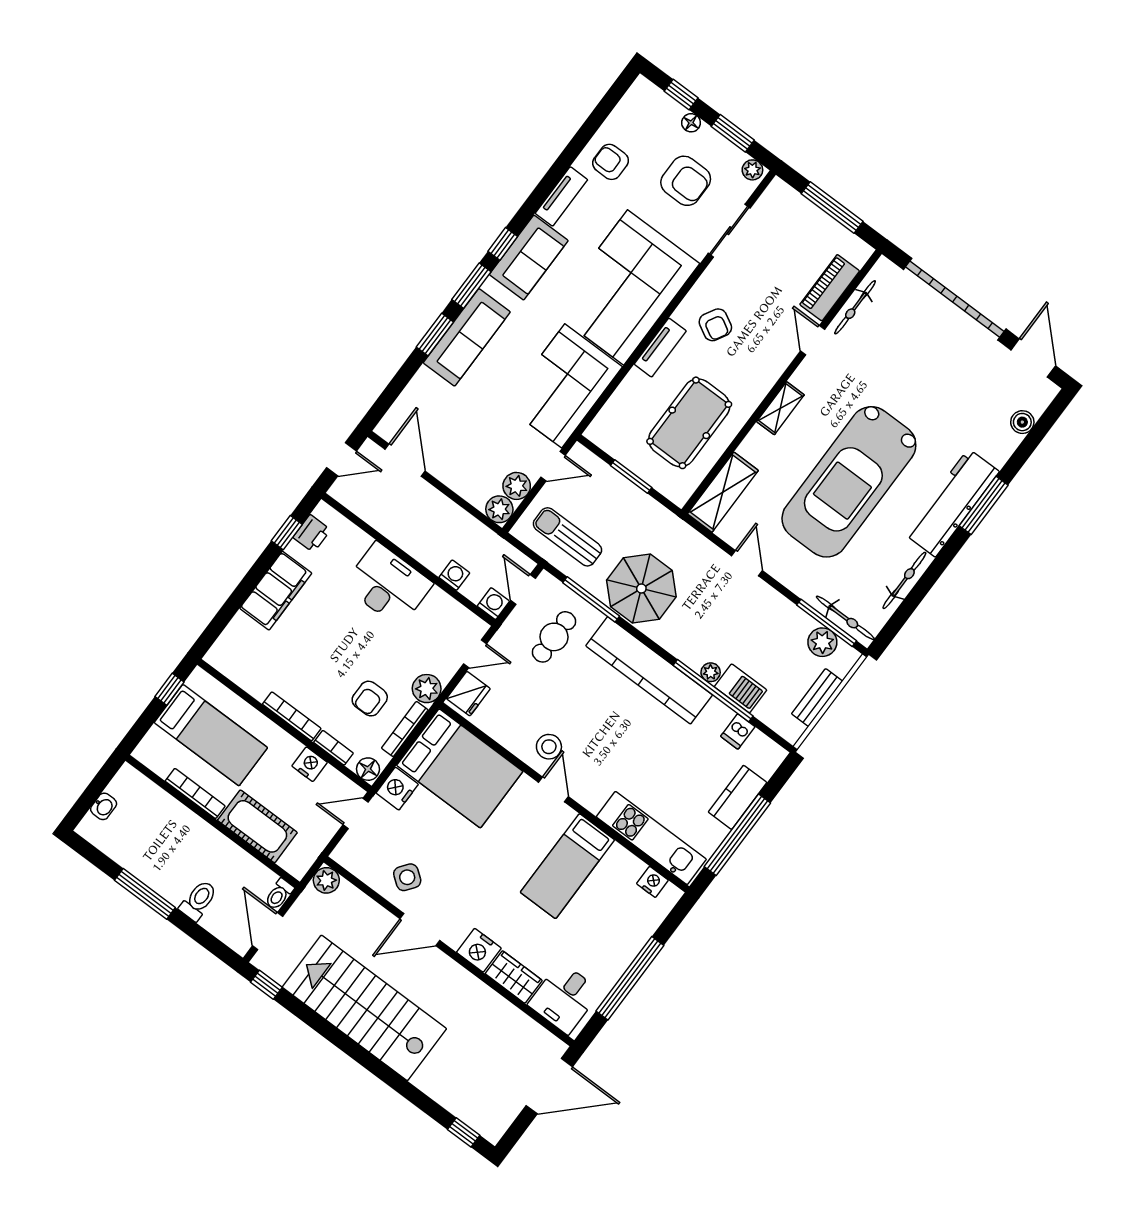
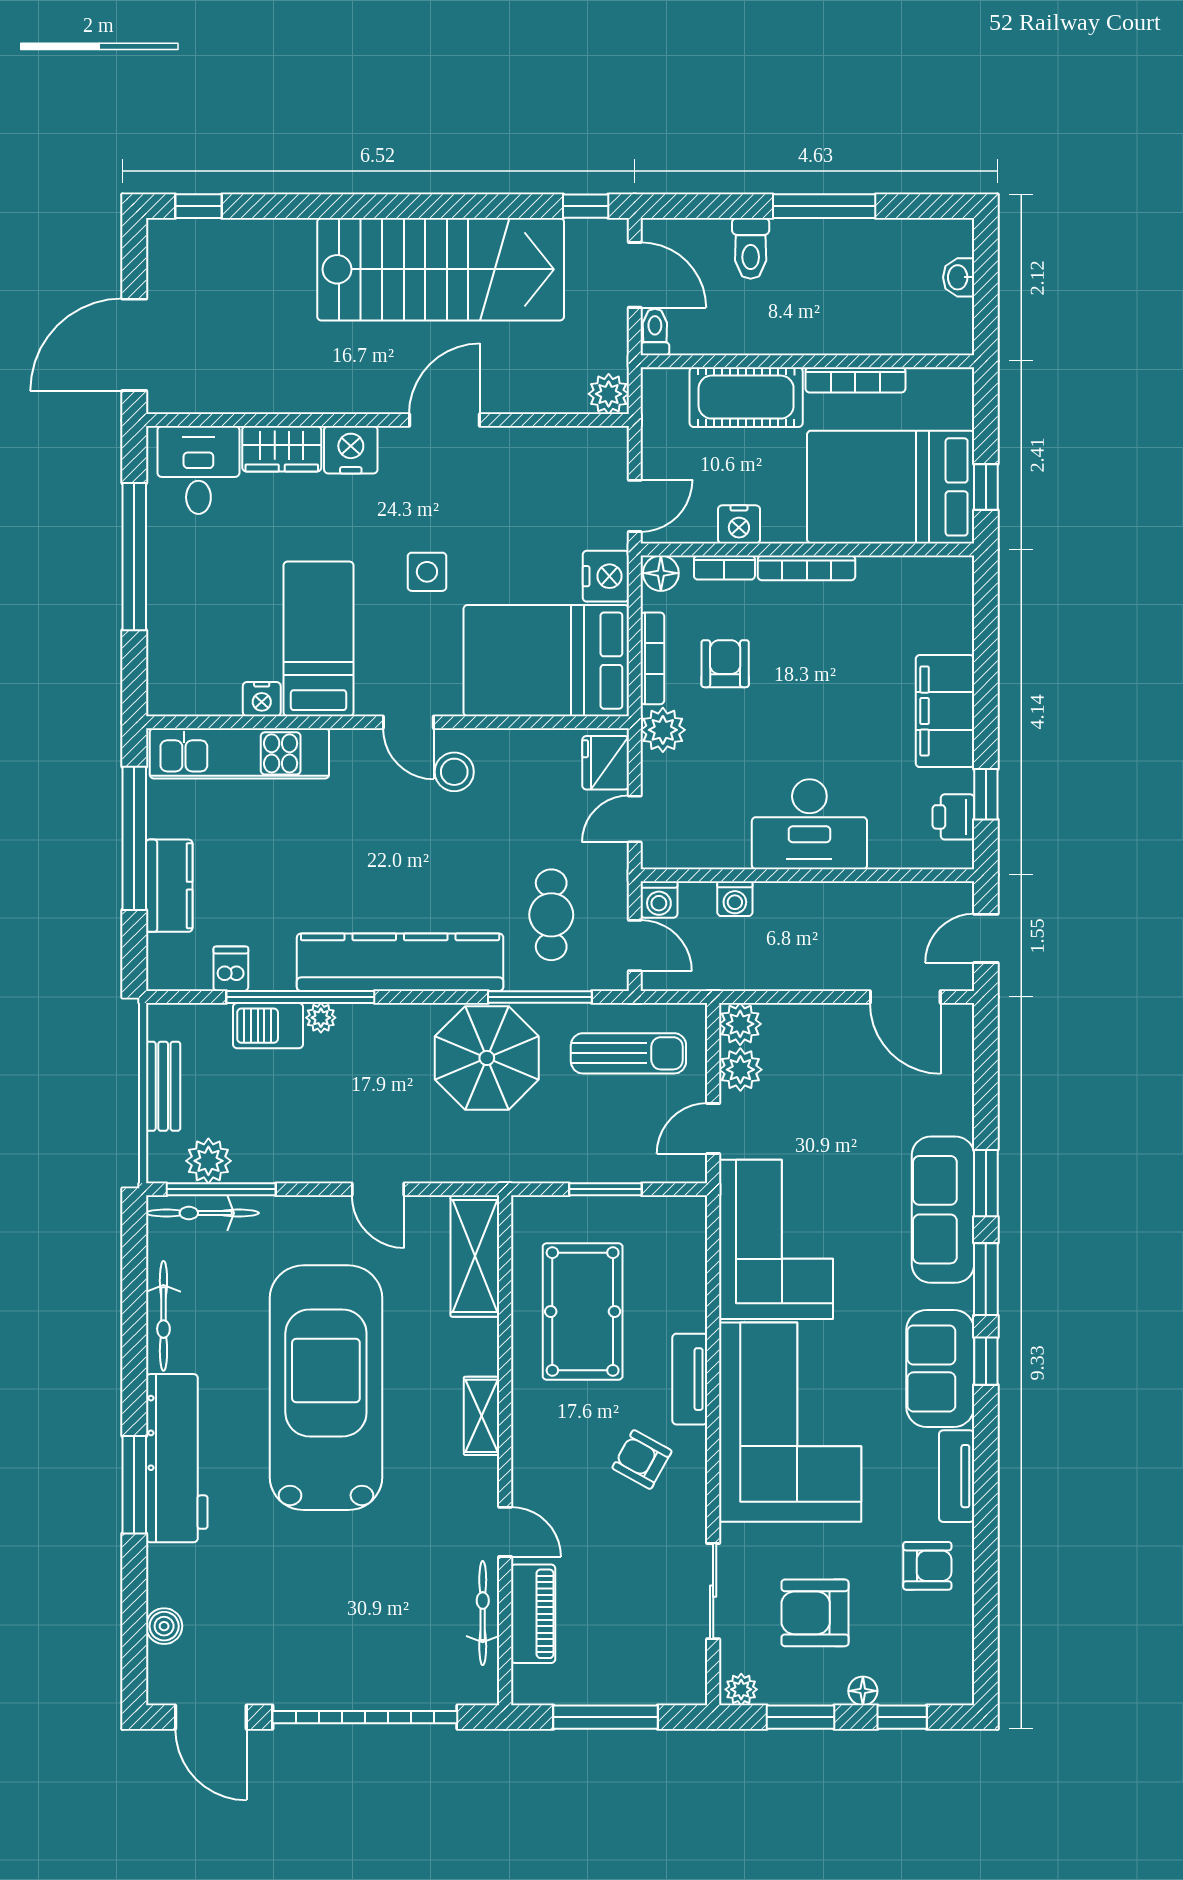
bed: (211, 735) -> (891, 487), width x1.50
side table: (407, 877) -> (427, 572), moved, turned -37
nightstand: (652, 882) -> (262, 699), moved

